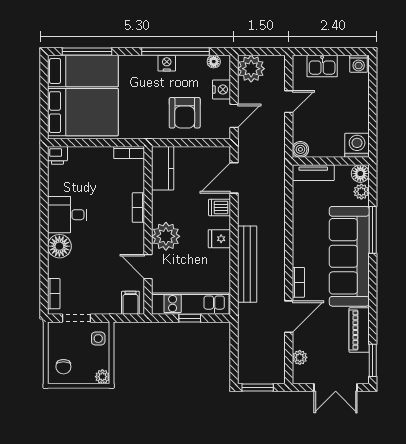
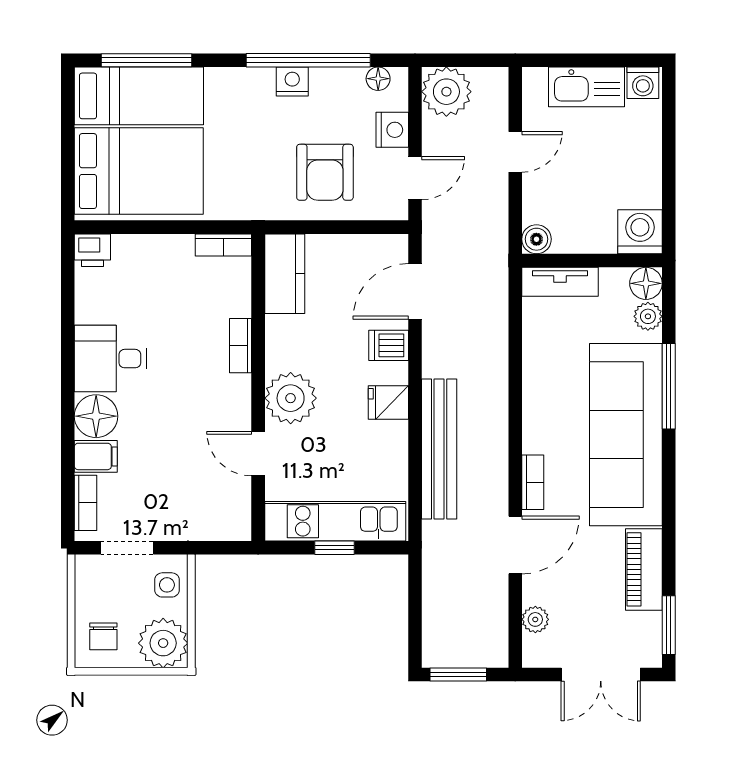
kitchen sink: (322, 66) -> (586, 87), width x1.38
filing cabinet: (130, 303) -> (96, 456), moved, turned 90
plant: (102, 377) -> (163, 643), width x1.88, depth x1.88

